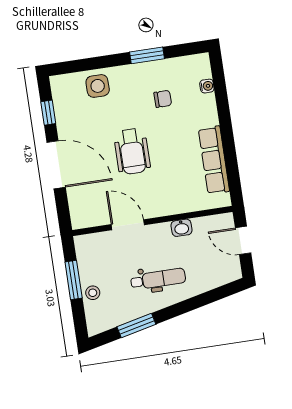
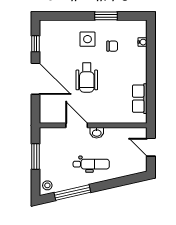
side table: (98, 86) -> (87, 39), moved
row of seats: (214, 160) -> (140, 99), width x0.68
washbasin: (182, 228) -> (97, 133), moved
stool: (93, 293) -> (47, 185), moved
window: (136, 326) -> (72, 193), width x1.44

